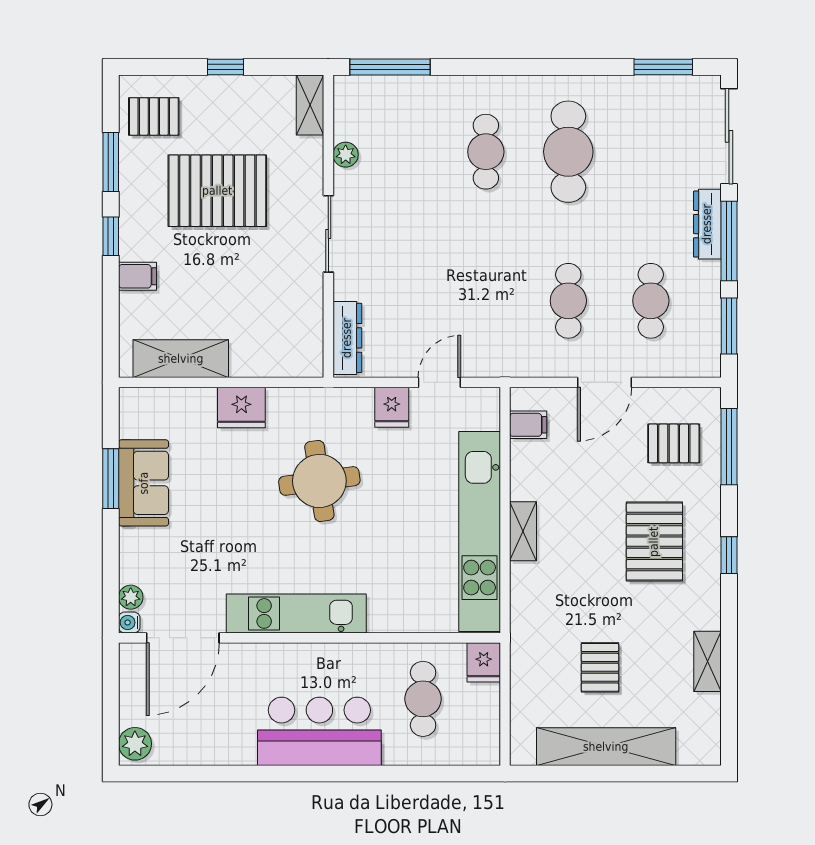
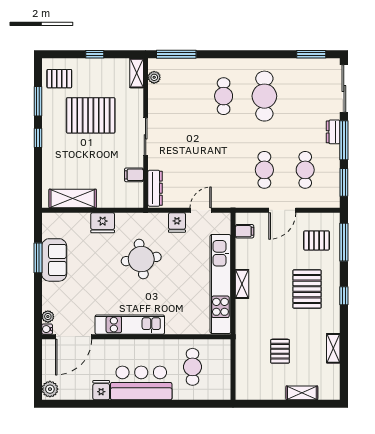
plant: (346, 155) -> (154, 77), moved
dresser: (707, 224) -> (333, 132), width x0.70
filing cabinet: (137, 276) -> (134, 175), moved, turned 180
fridge: (484, 662) -> (101, 390), moved, turned 180
shelving: (606, 747) -> (302, 393), width x0.45, depth x0.75

